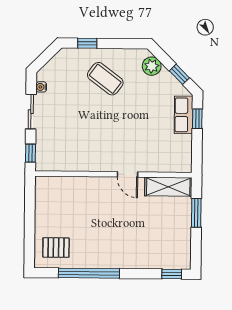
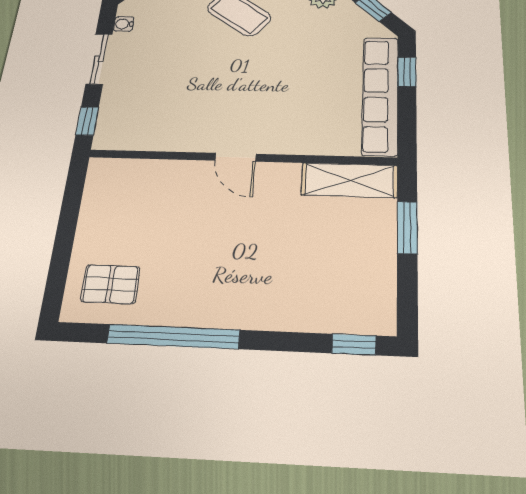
row of seats: (184, 115) -> (380, 95), width x2.02
door: (127, 174) -> (235, 157), moved

